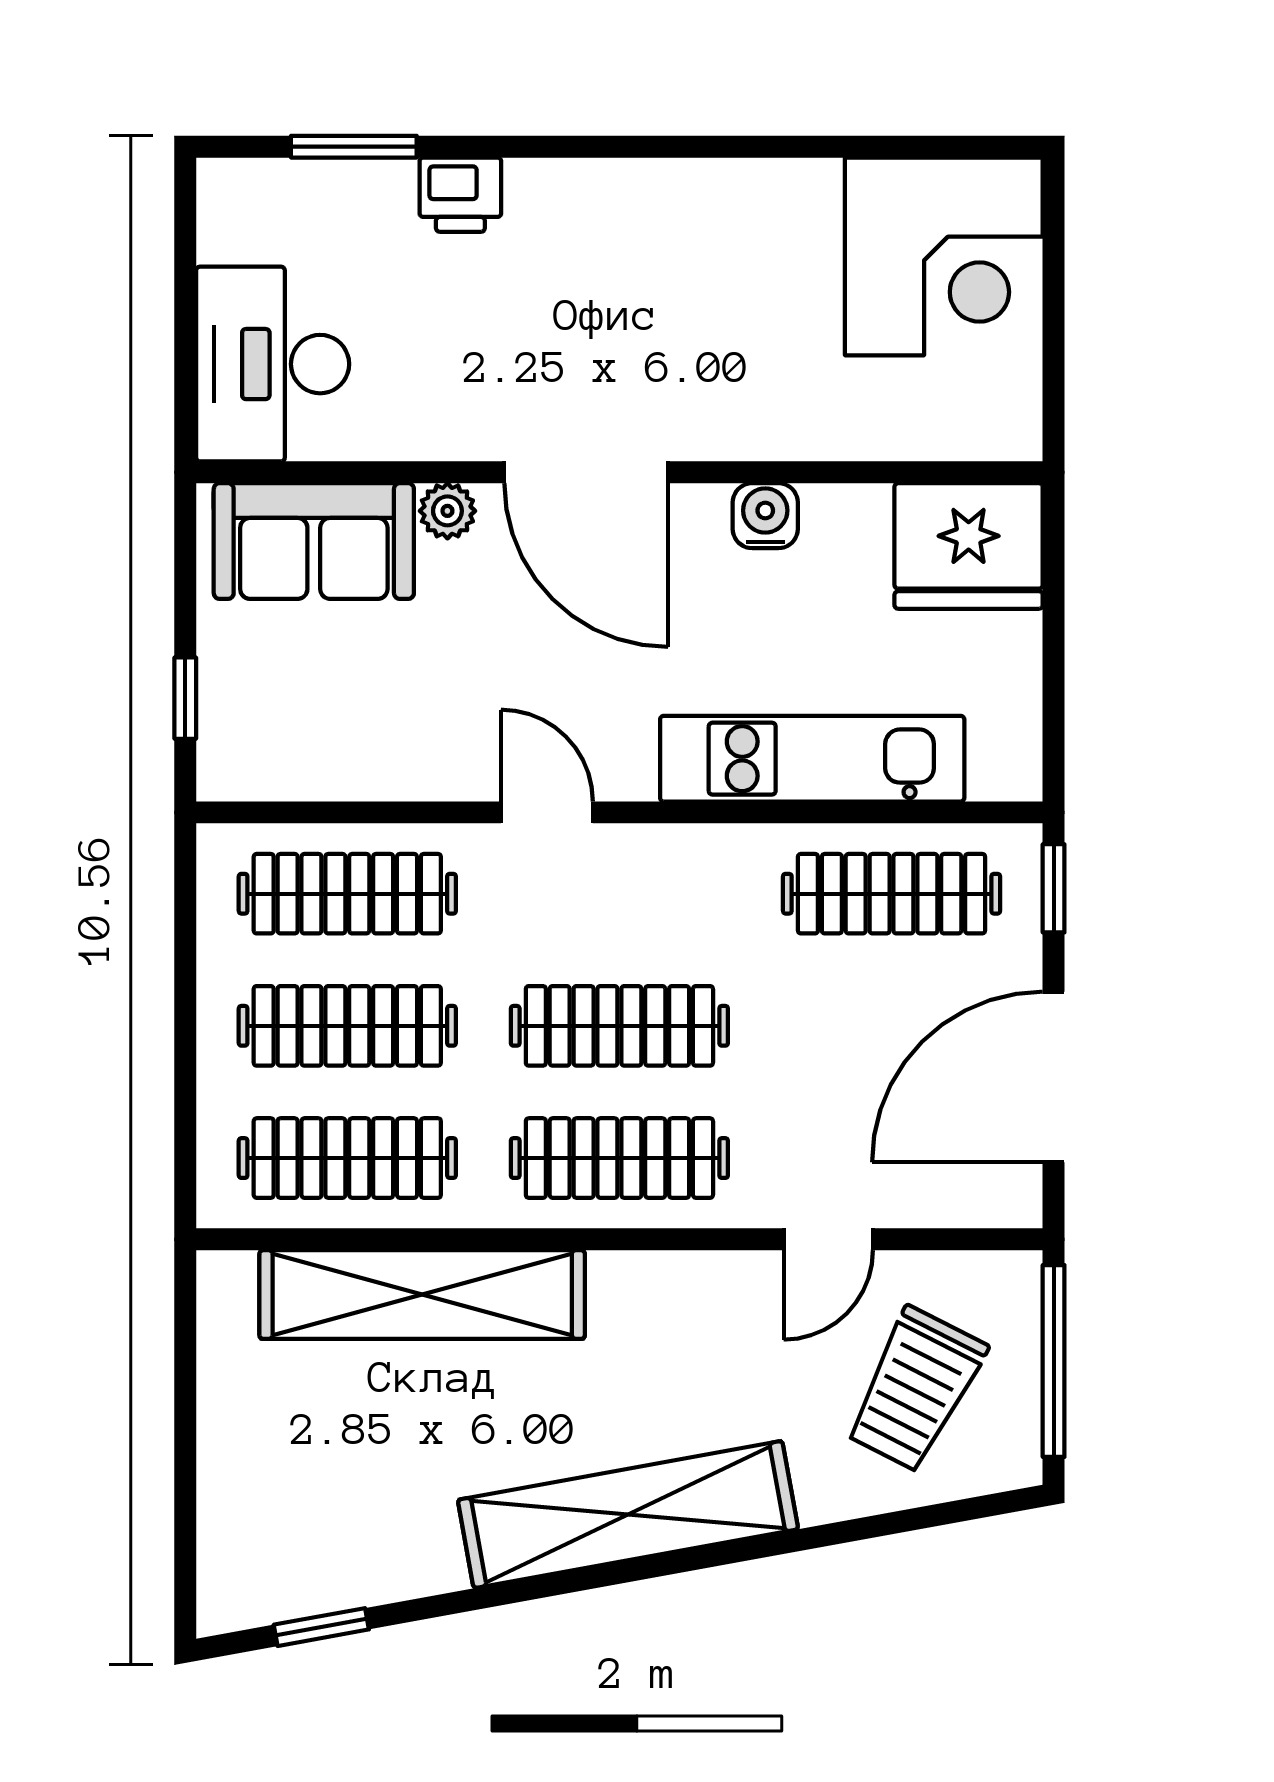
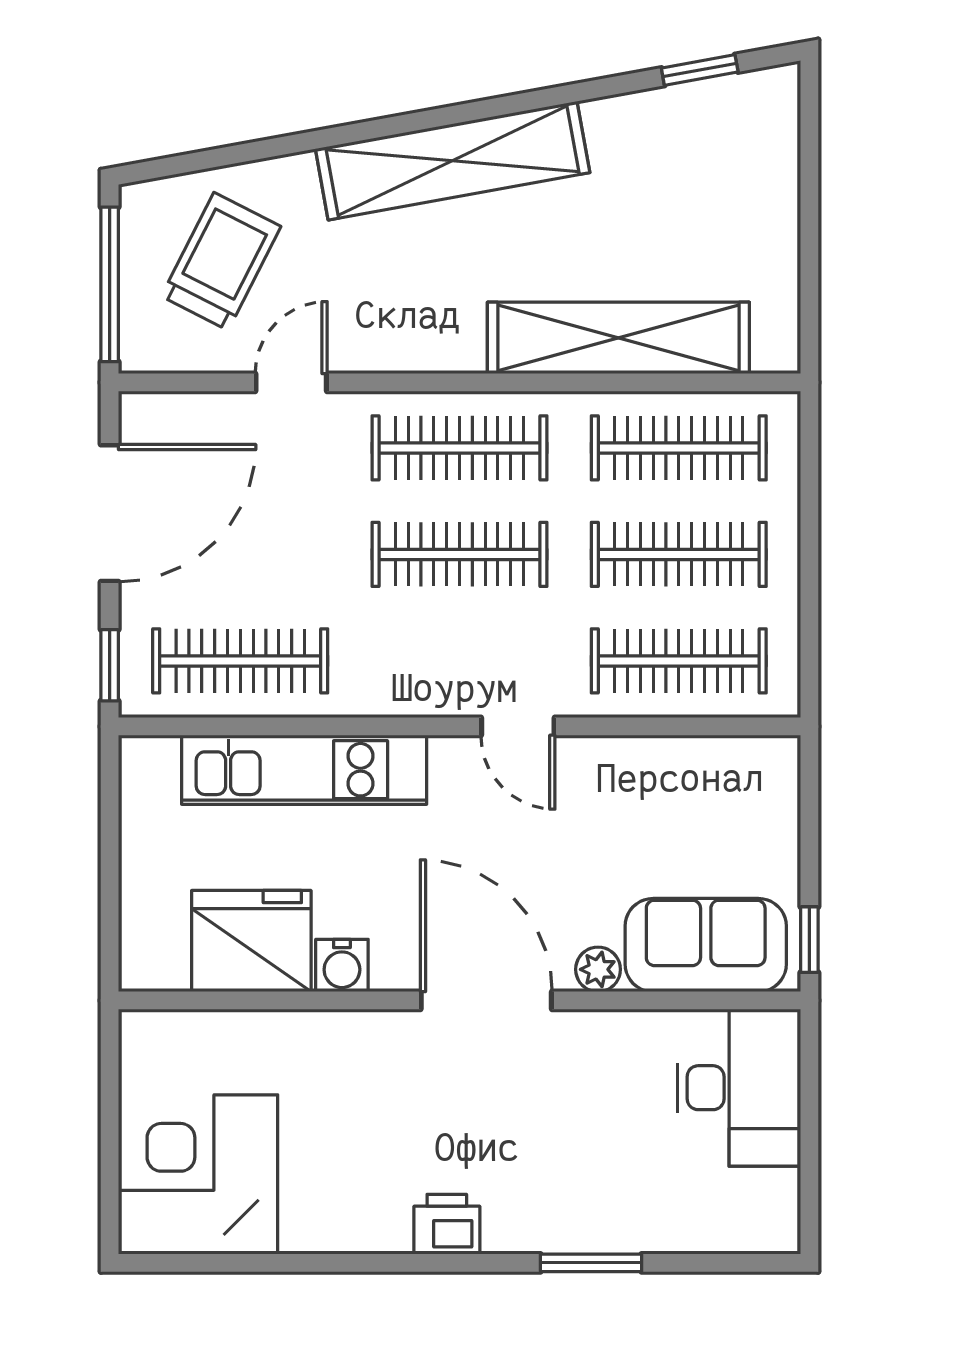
window: (354, 147) -> (591, 1263), moved
printer: (460, 195) -> (447, 1224), moved
fridge: (969, 546) -> (251, 941), moved
window: (185, 698) -> (809, 940), moved

